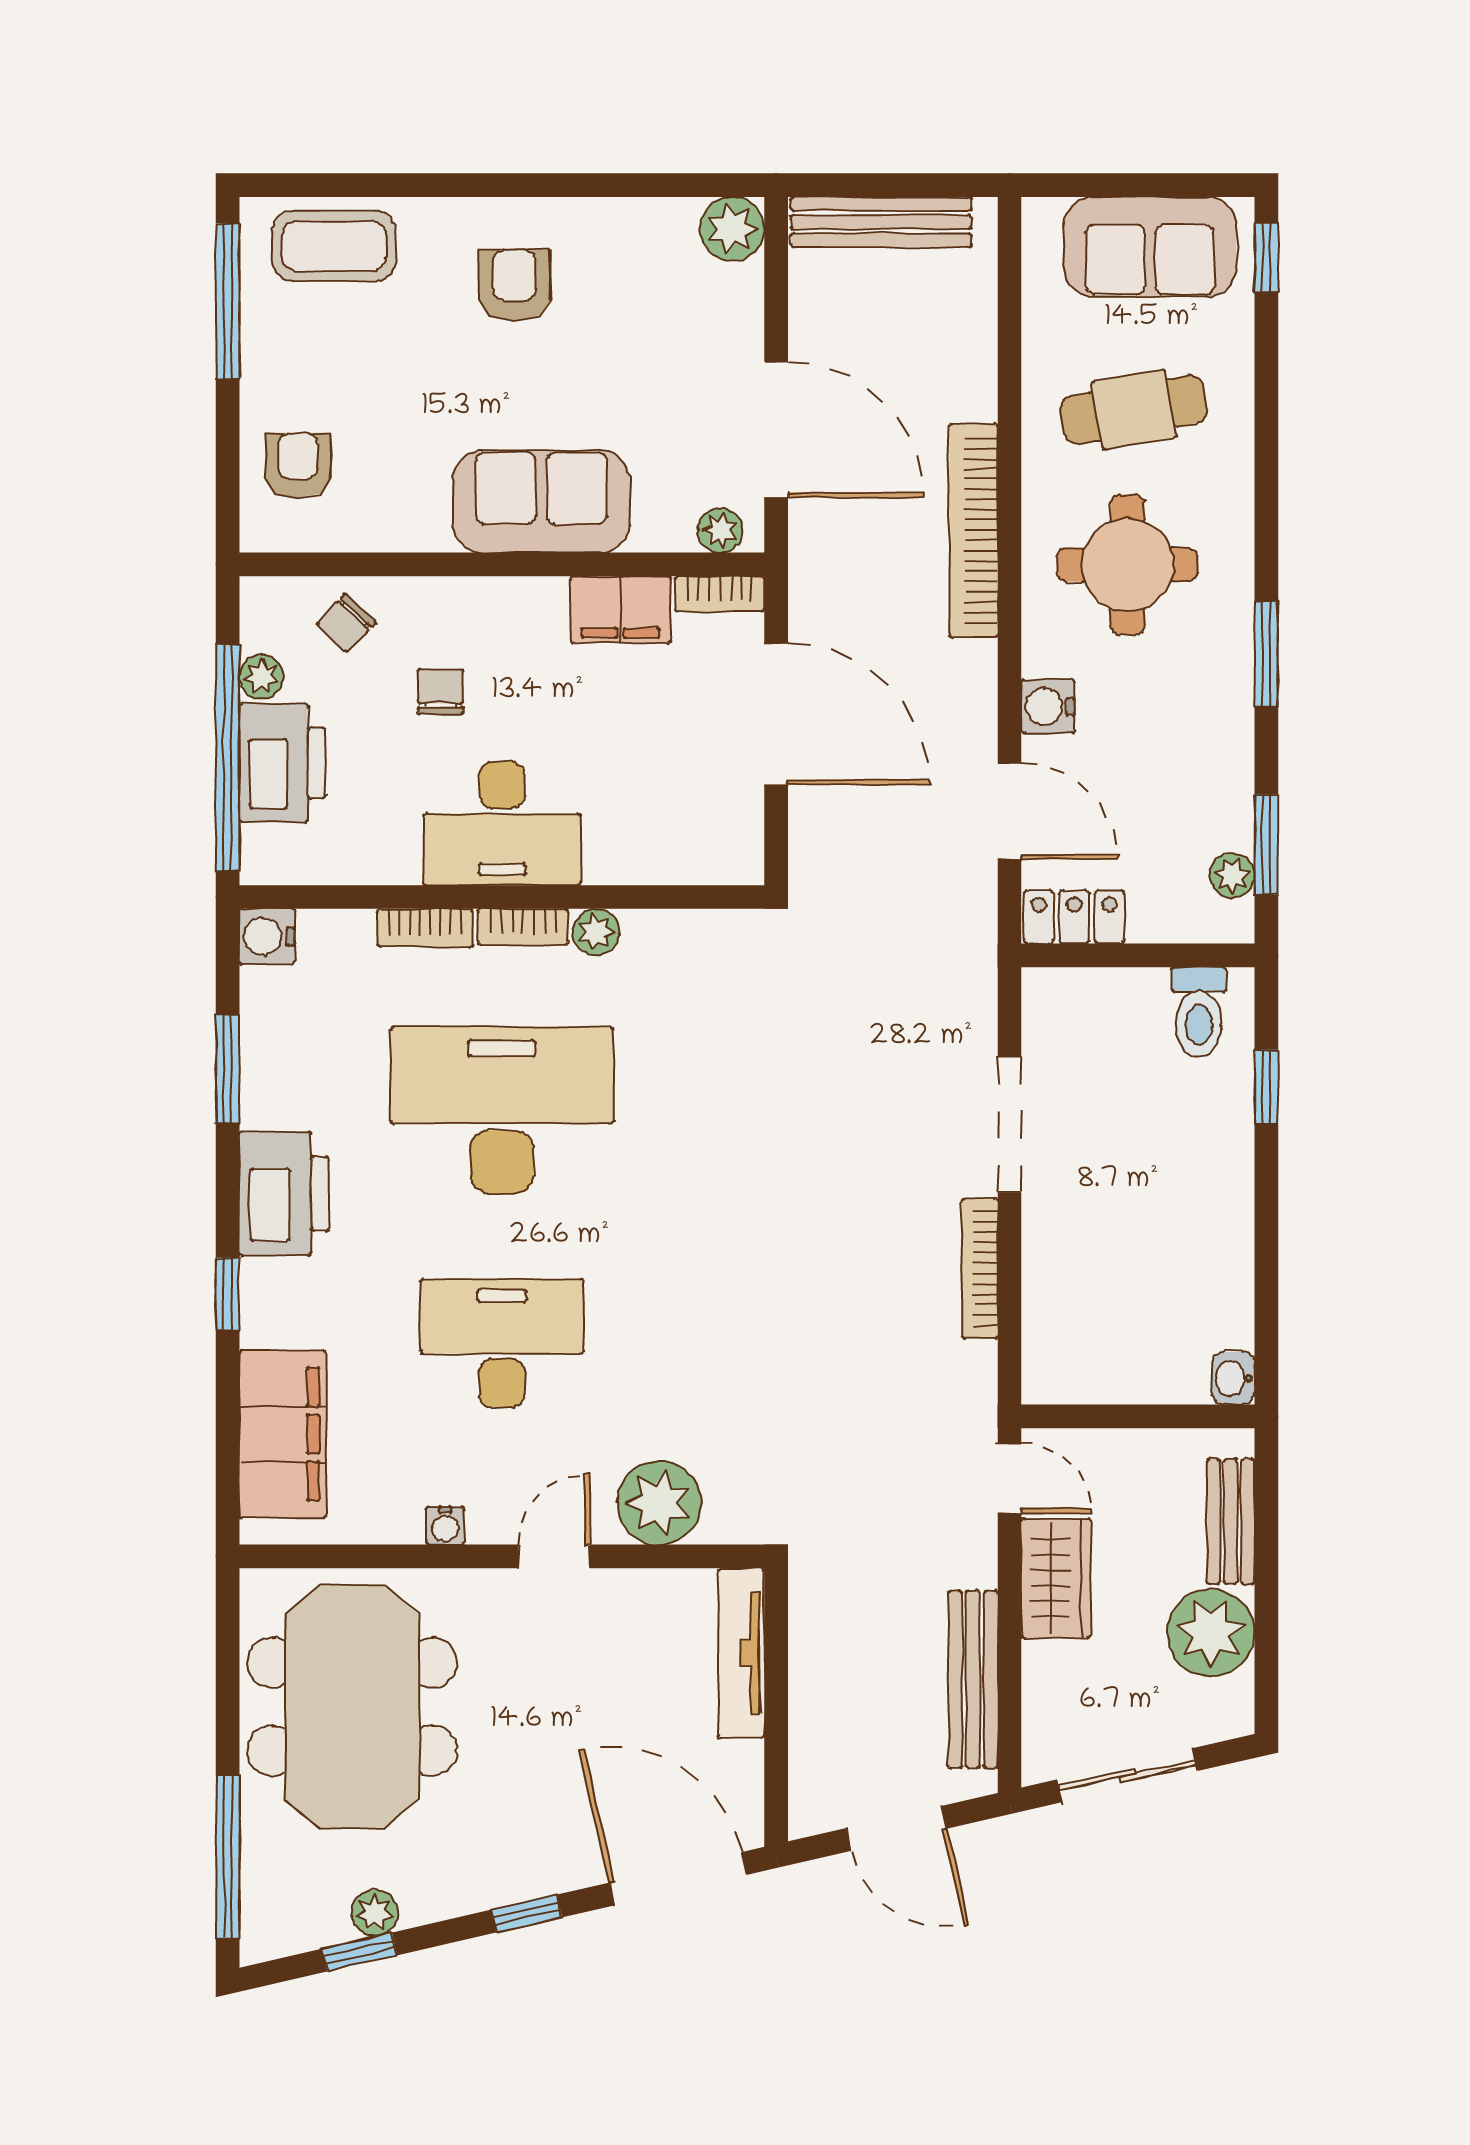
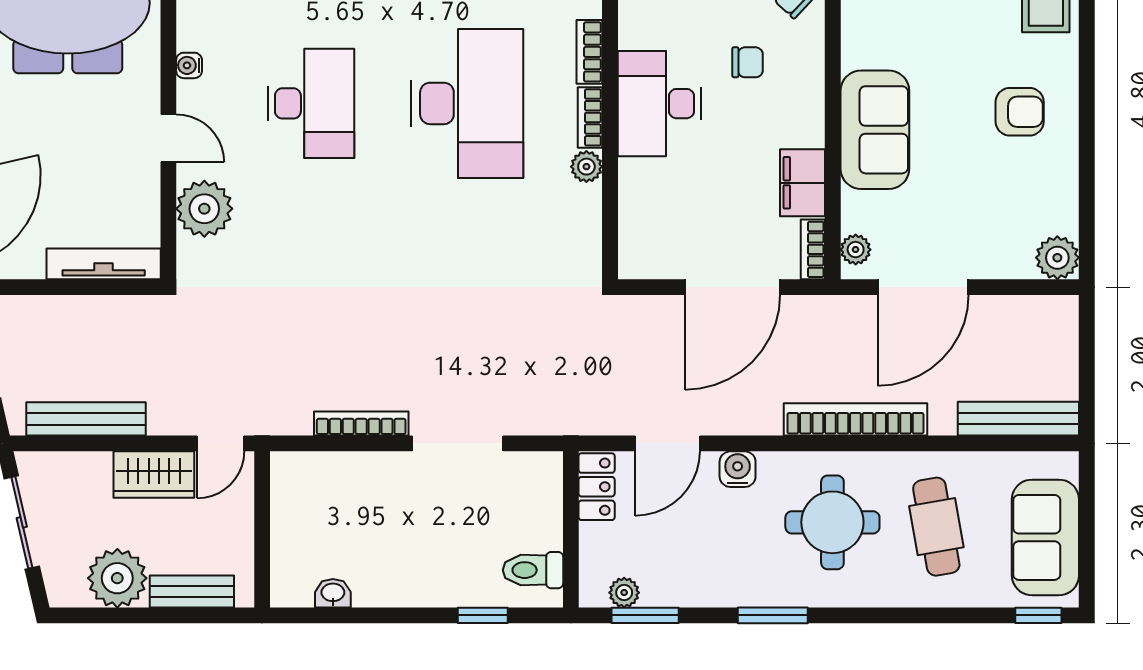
bench: (881, 222) -> (1018, 419), moved, turned 90
washbasin: (1233, 1378) -> (333, 593), moved

